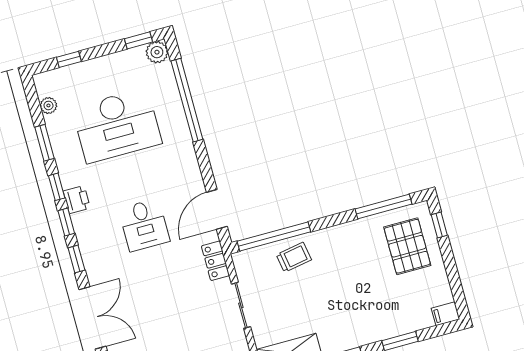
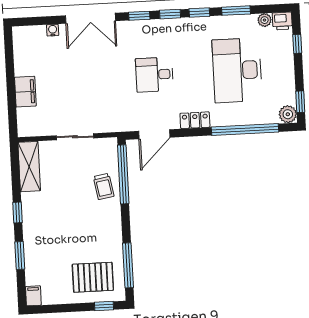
printer: (77, 200) -> (282, 21), moved
door: (217, 209) -> (154, 134), swing flipped
locker: (215, 261) -> (195, 120), moved

